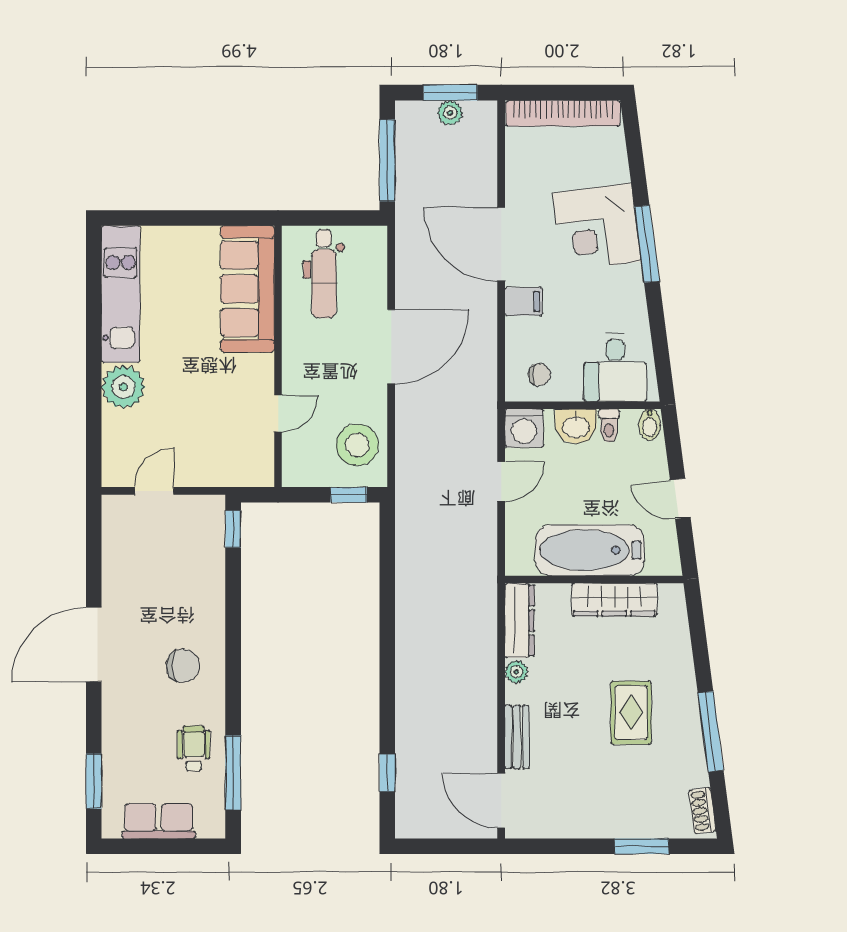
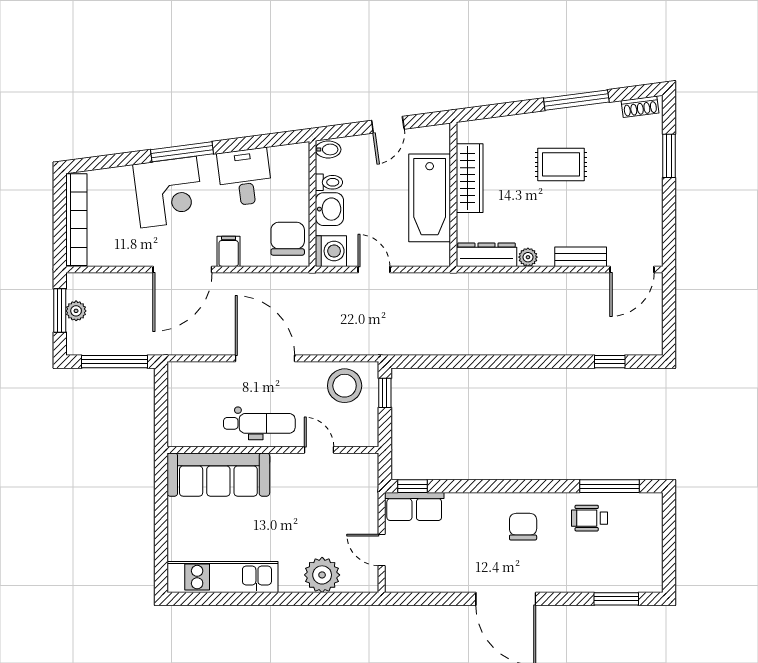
dental chair: (324, 274) -> (259, 423), moved
desk: (615, 368) -> (245, 177), moved, turned -97
chair: (539, 375) -> (288, 239), width x1.87, depth x1.87
plant: (123, 387) -> (322, 575), moved
row of seats: (159, 821) -> (414, 506), moved, turned -90

